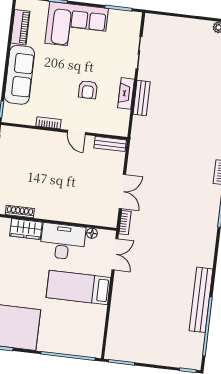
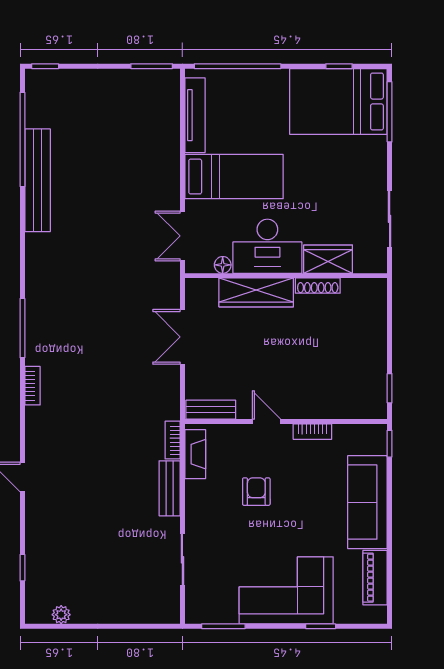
fireplace: (126, 93) -> (195, 454), moved
shoe rack: (20, 212) -> (318, 286), moved
wardrobe: (73, 214) -> (256, 292), added
bookcase: (125, 223) -> (173, 440), moved
tv unit: (98, 329) -> (195, 115), added

